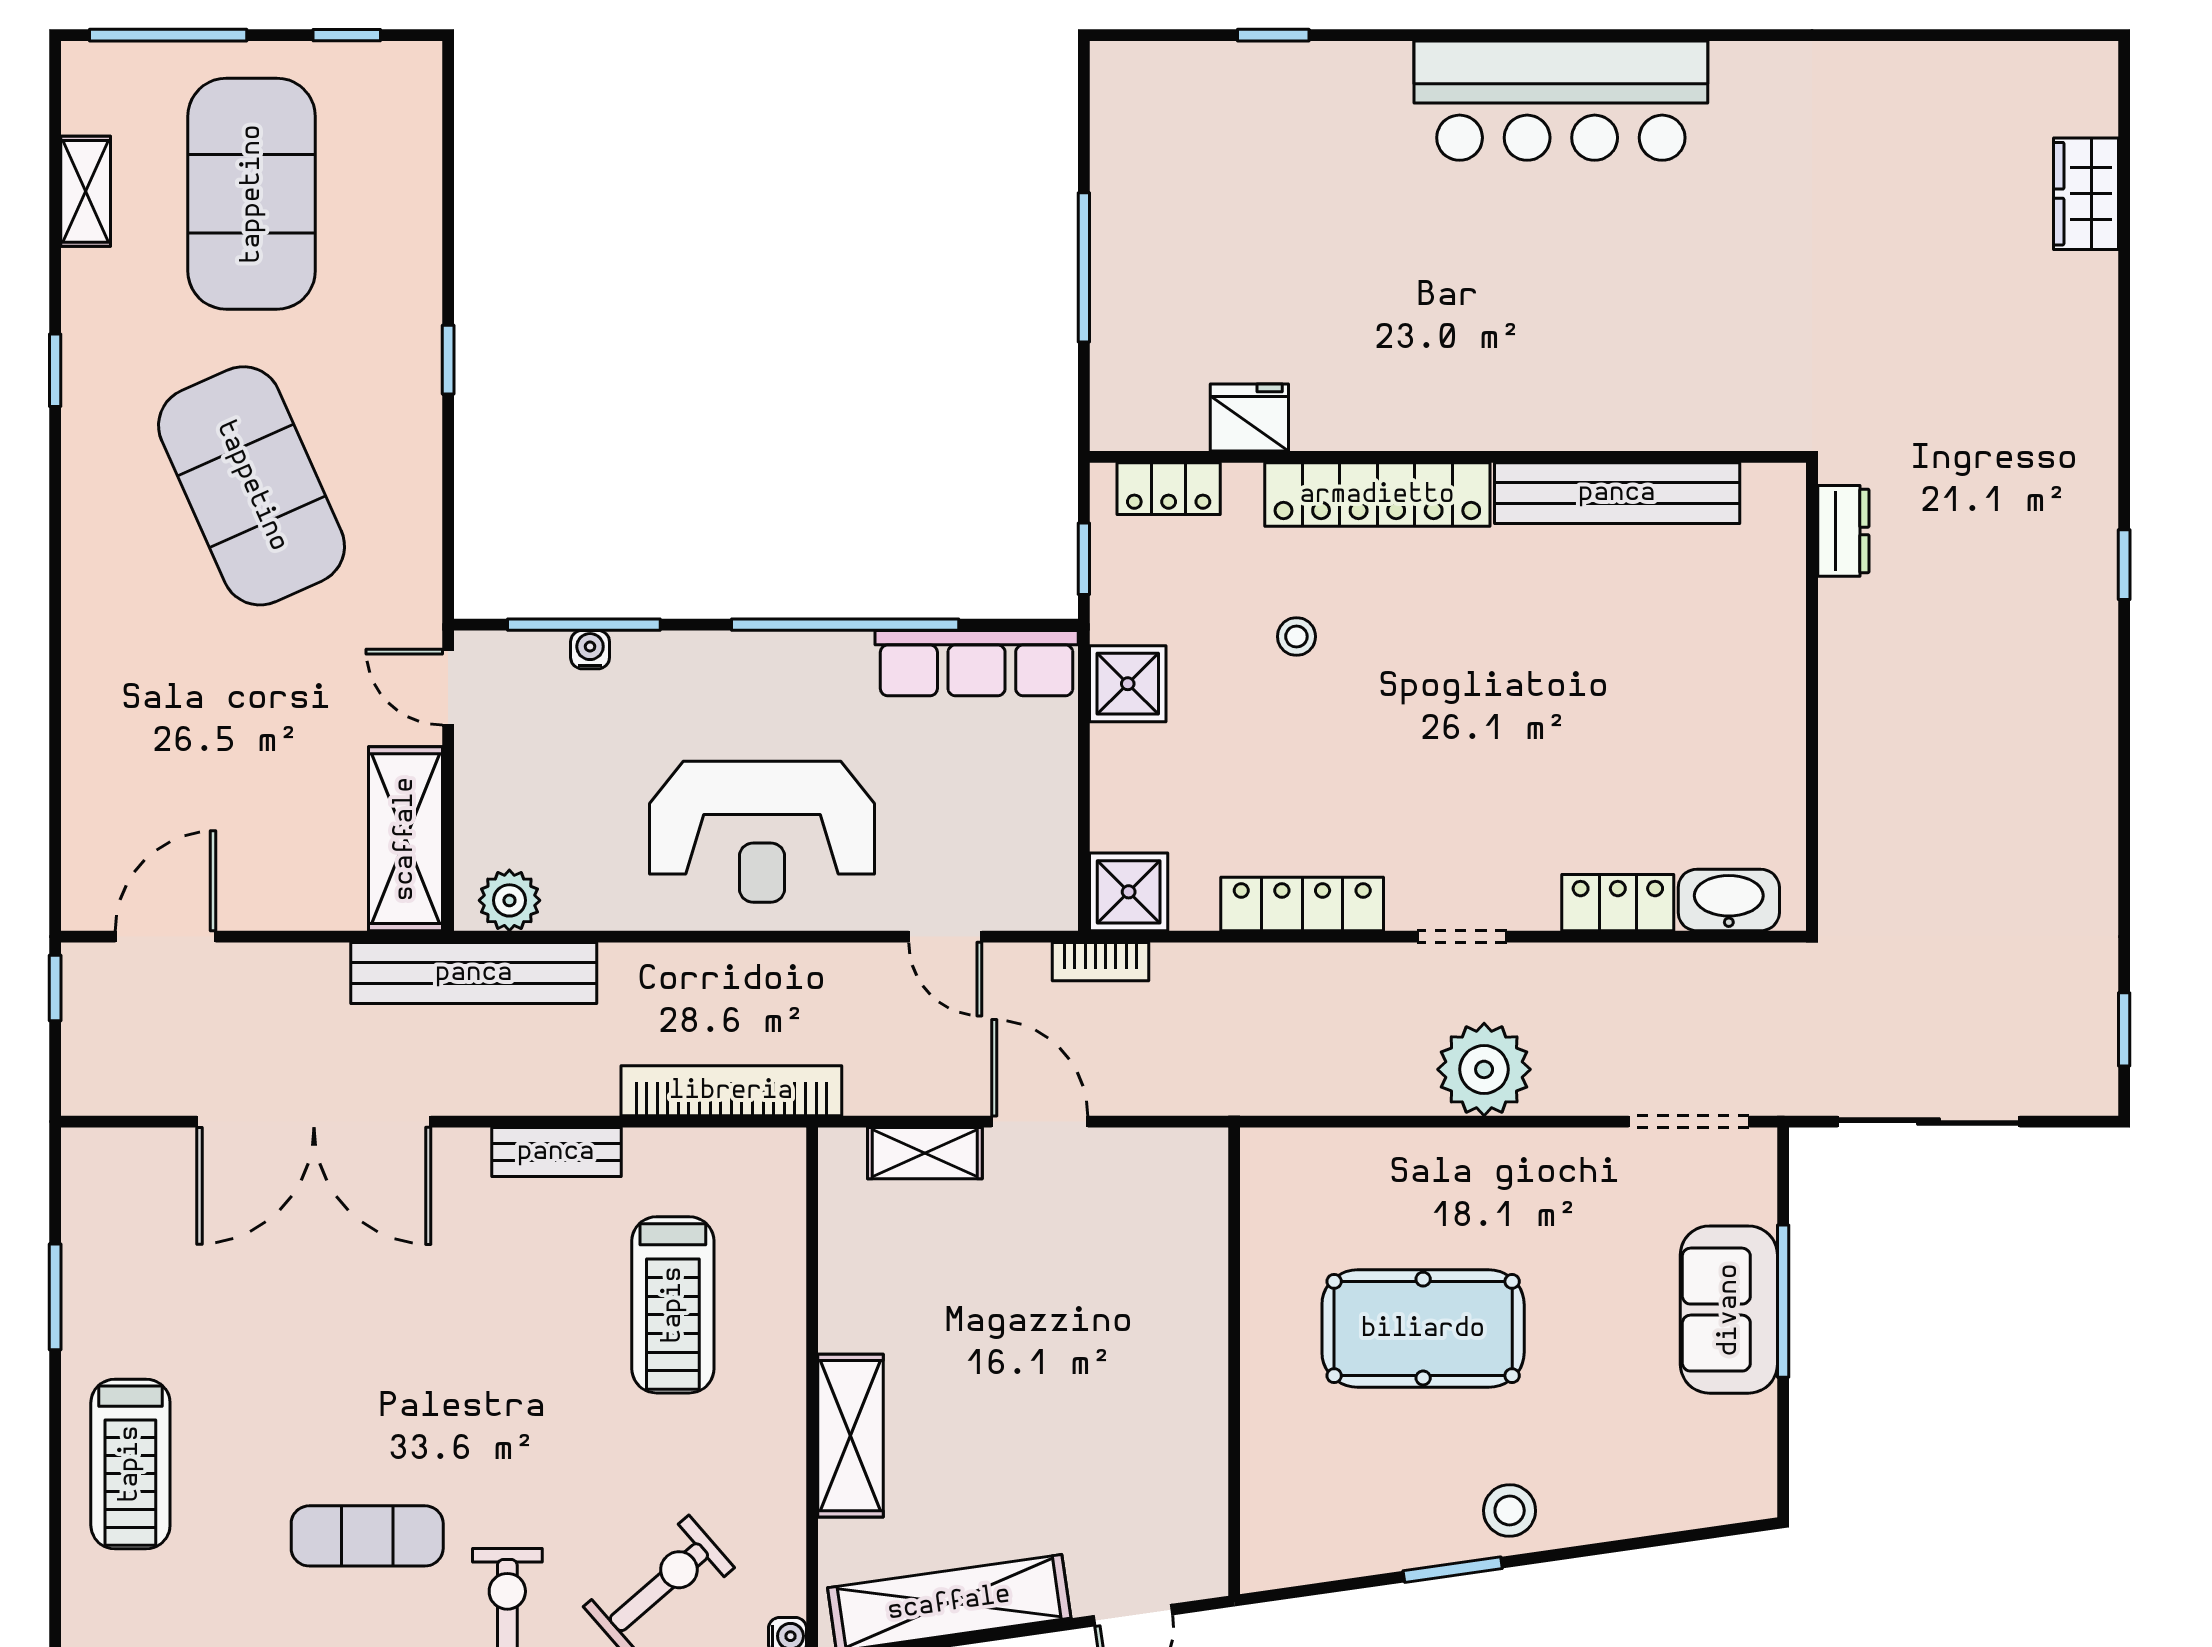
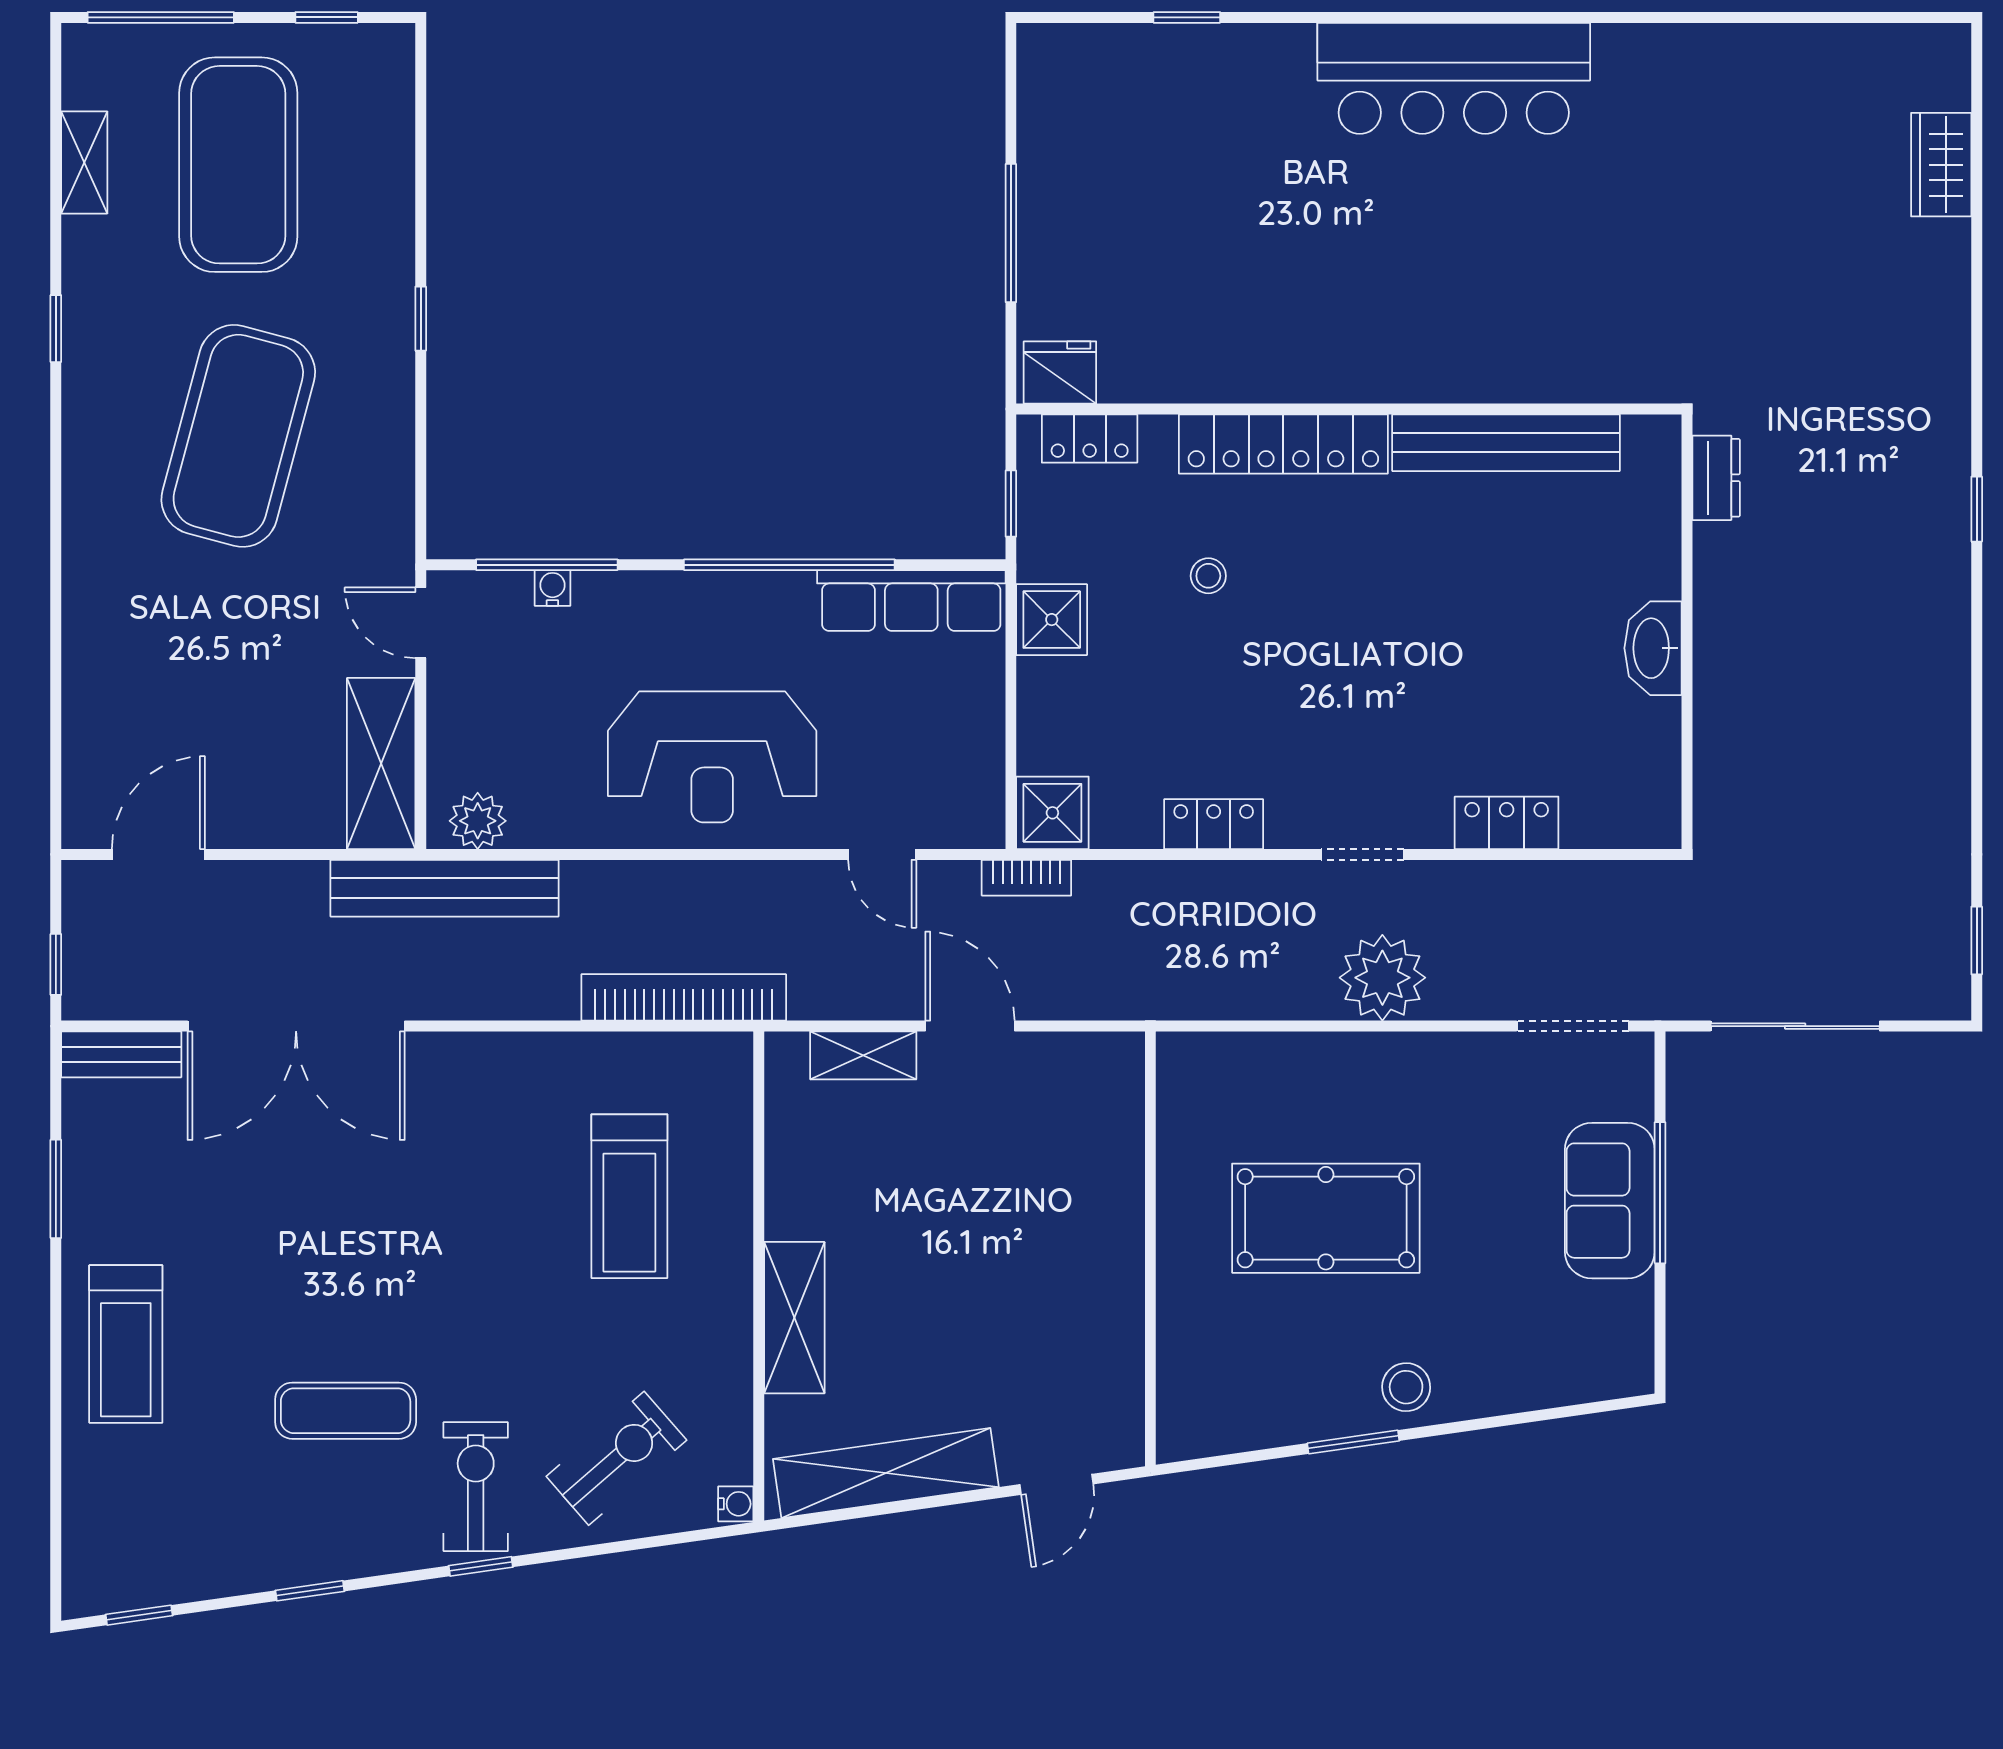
fridge: (1249, 418) -> (1060, 372), moved
exercise mat: (252, 486) -> (238, 436), turned 39
washbasin: (1729, 900) -> (1653, 648), moved, turned -90
locker: (1302, 904) -> (1214, 824), width x0.66
window: (55, 988) -> (56, 964), moved
bench: (556, 1152) -> (121, 1054), moved

